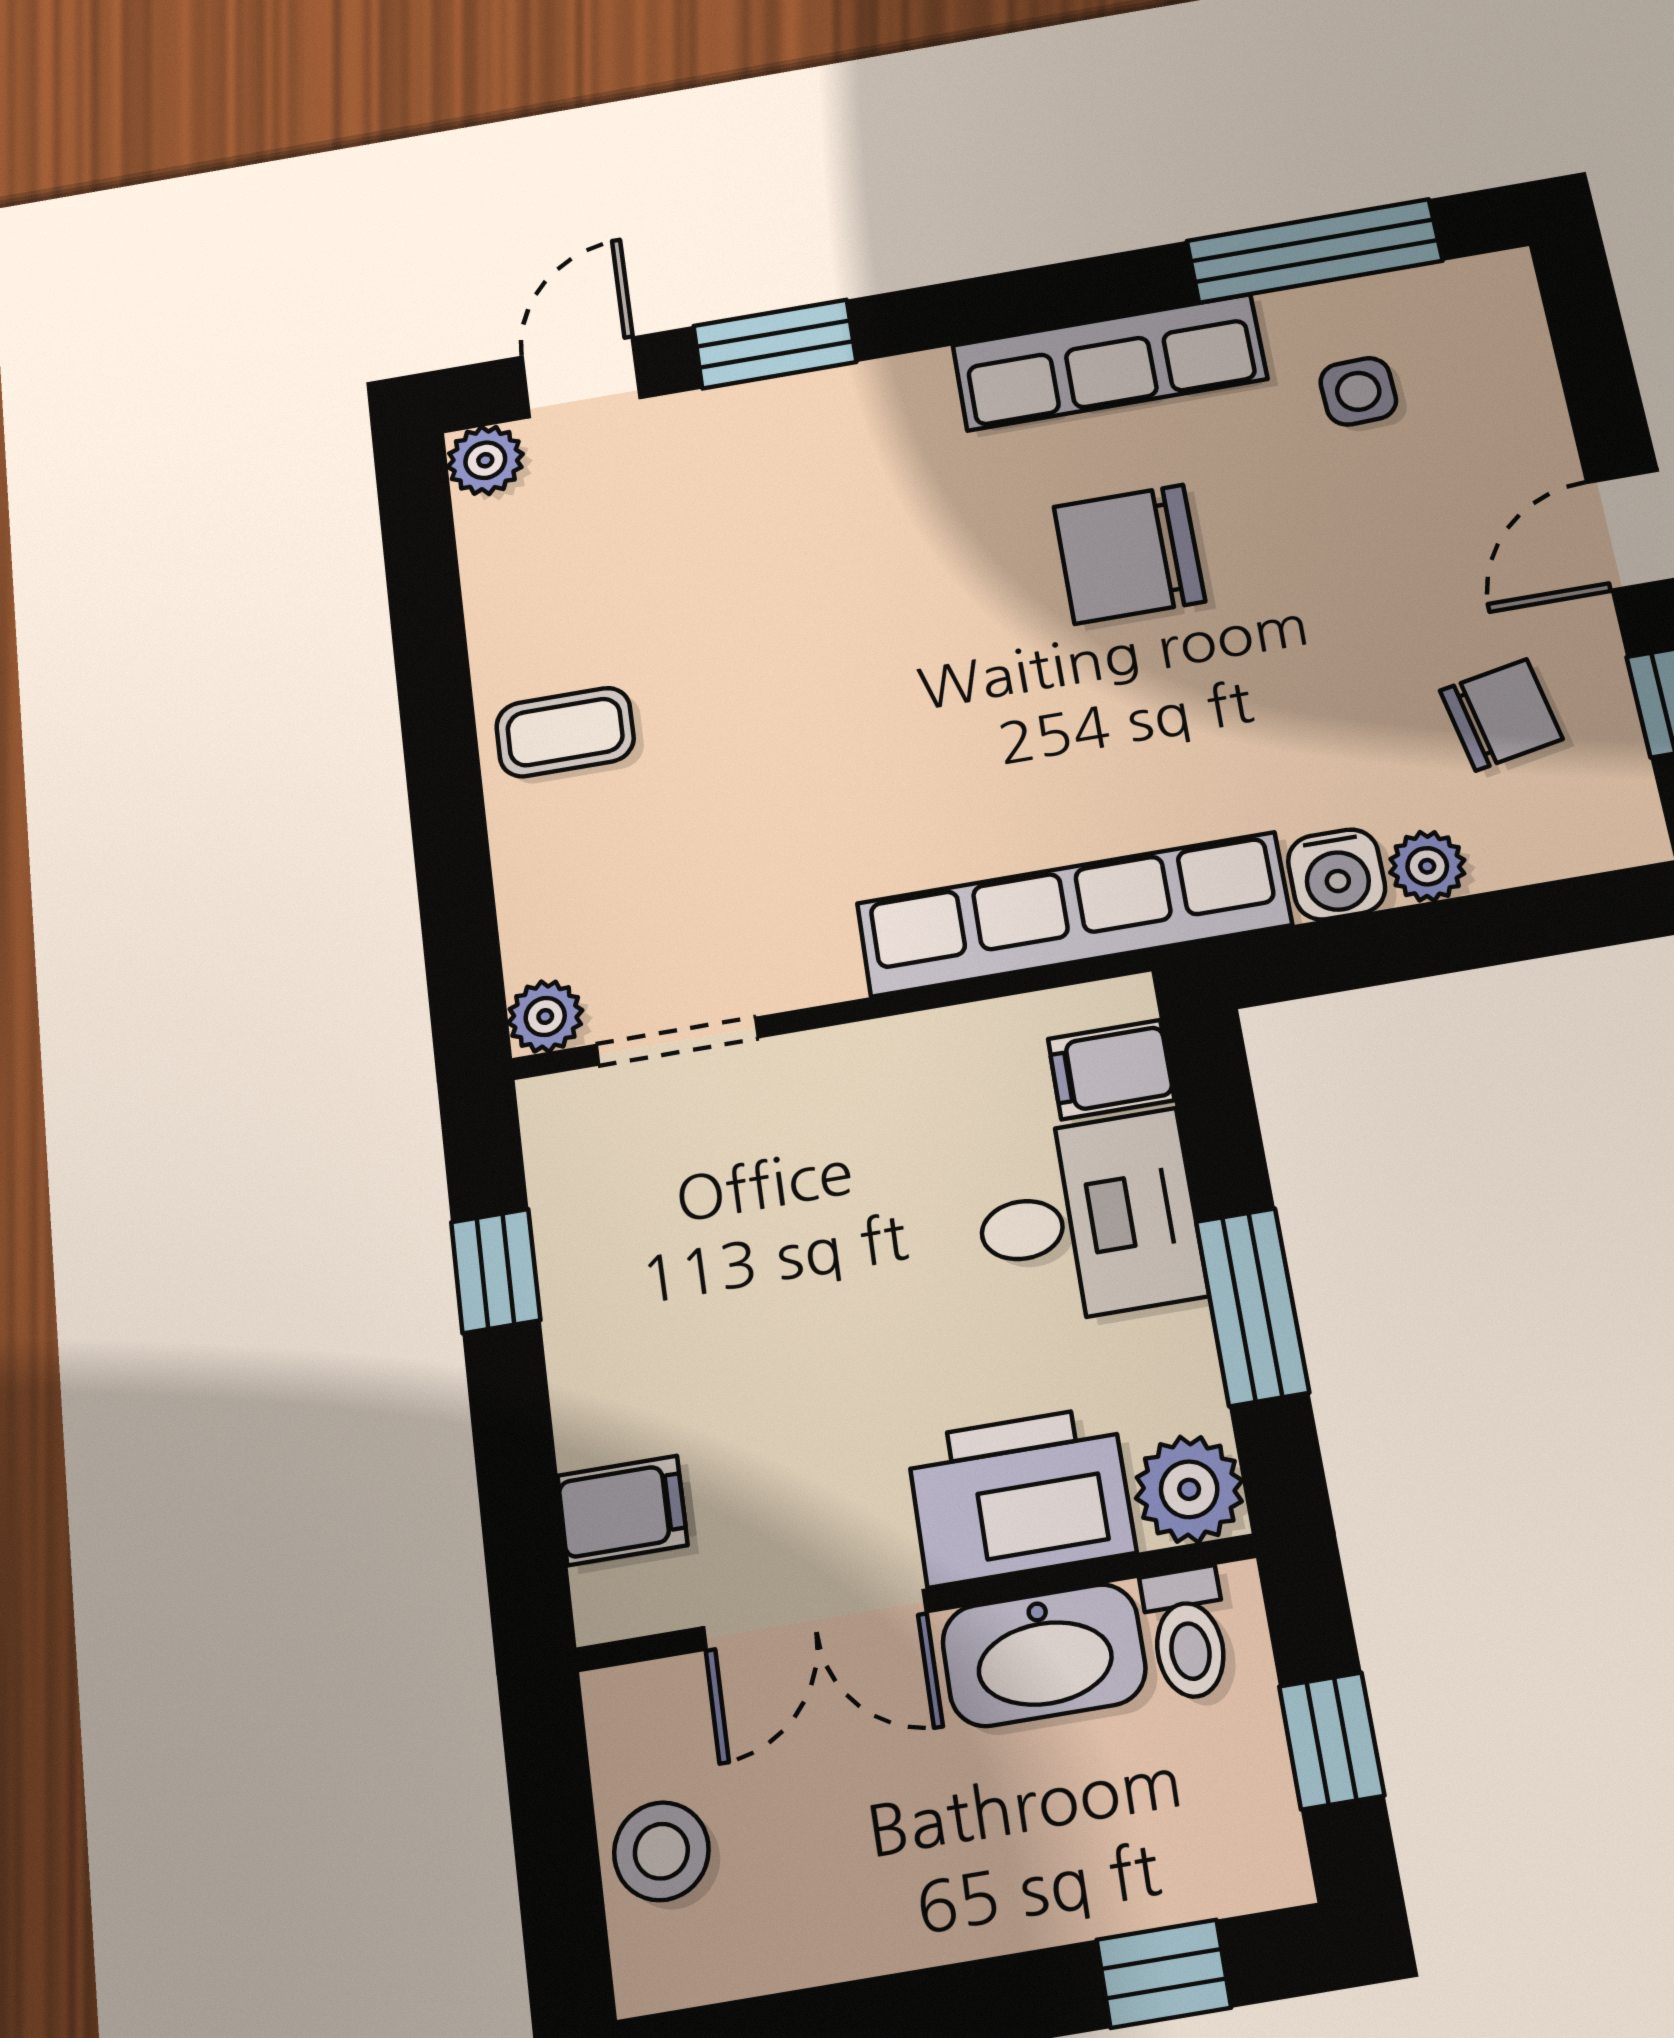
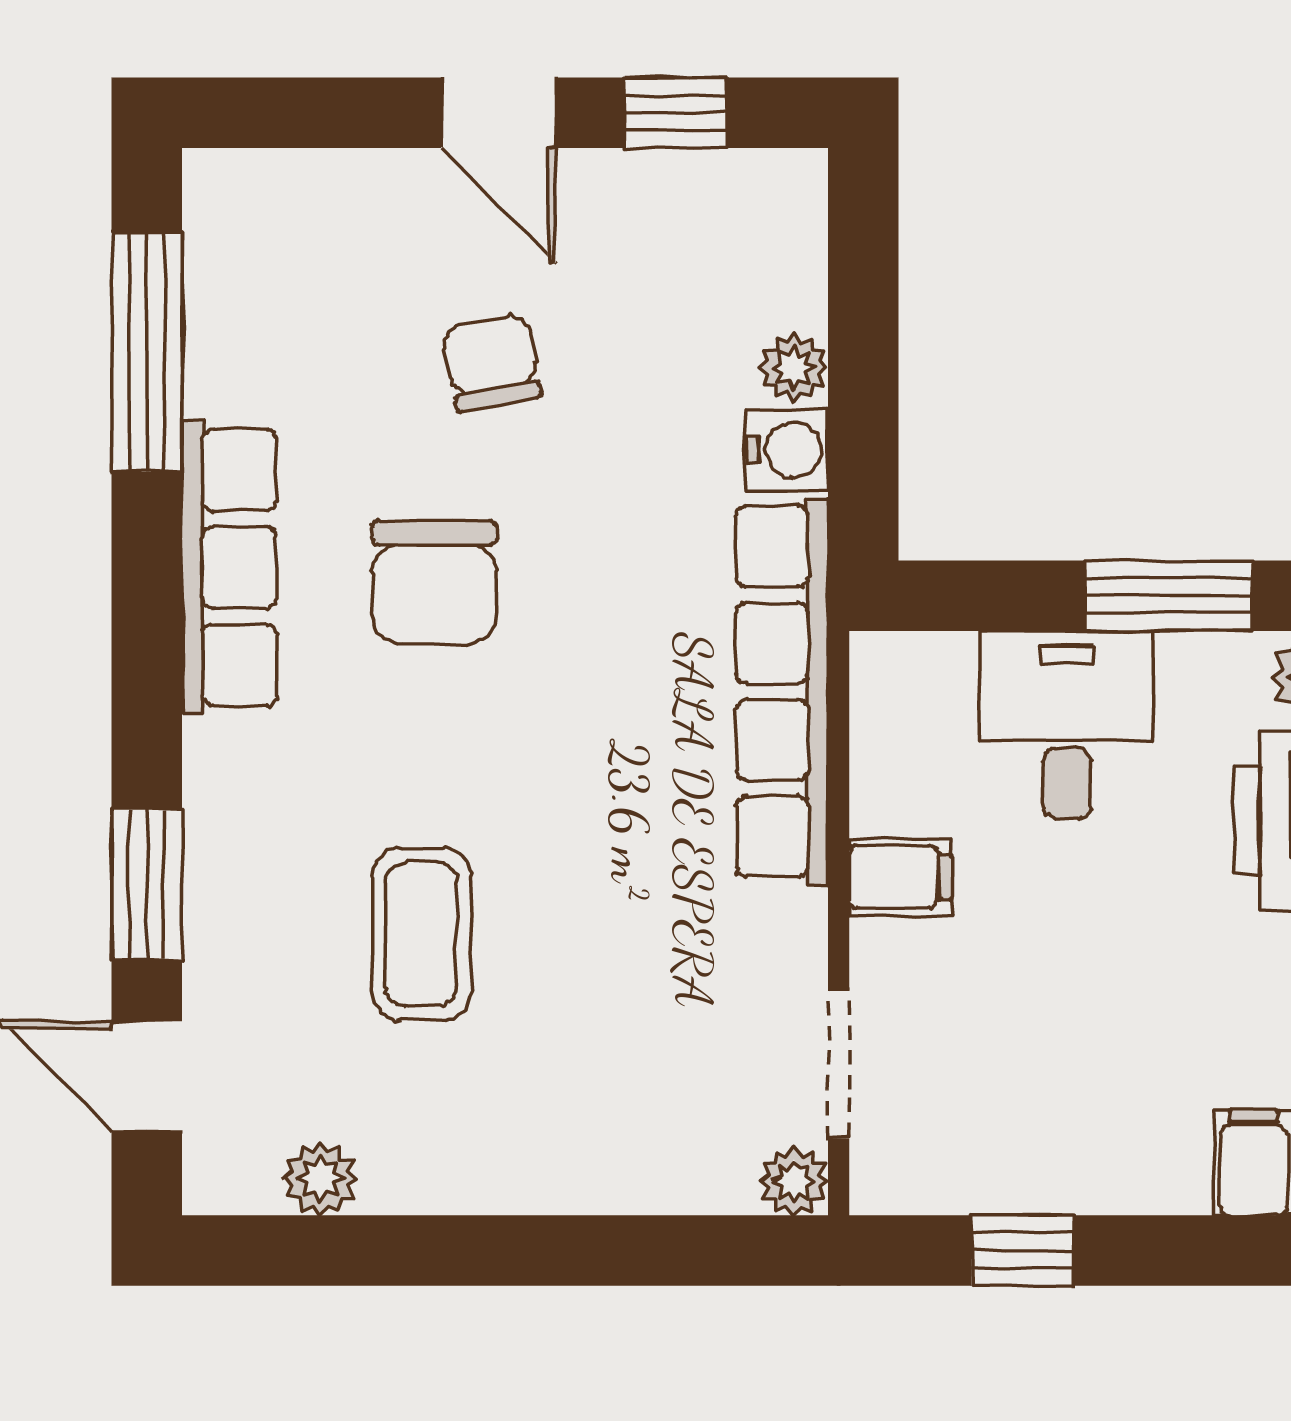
side table: (1358, 391) -> (306, 339), removed
plant: (485, 460) -> (320, 1178), moved
chair: (1501, 715) -> (492, 363), moved
coffee table: (565, 732) -> (421, 934), moved, width x1.36, depth x1.30
filing cabinet: (1111, 1070) -> (900, 877), moved, turned -90

